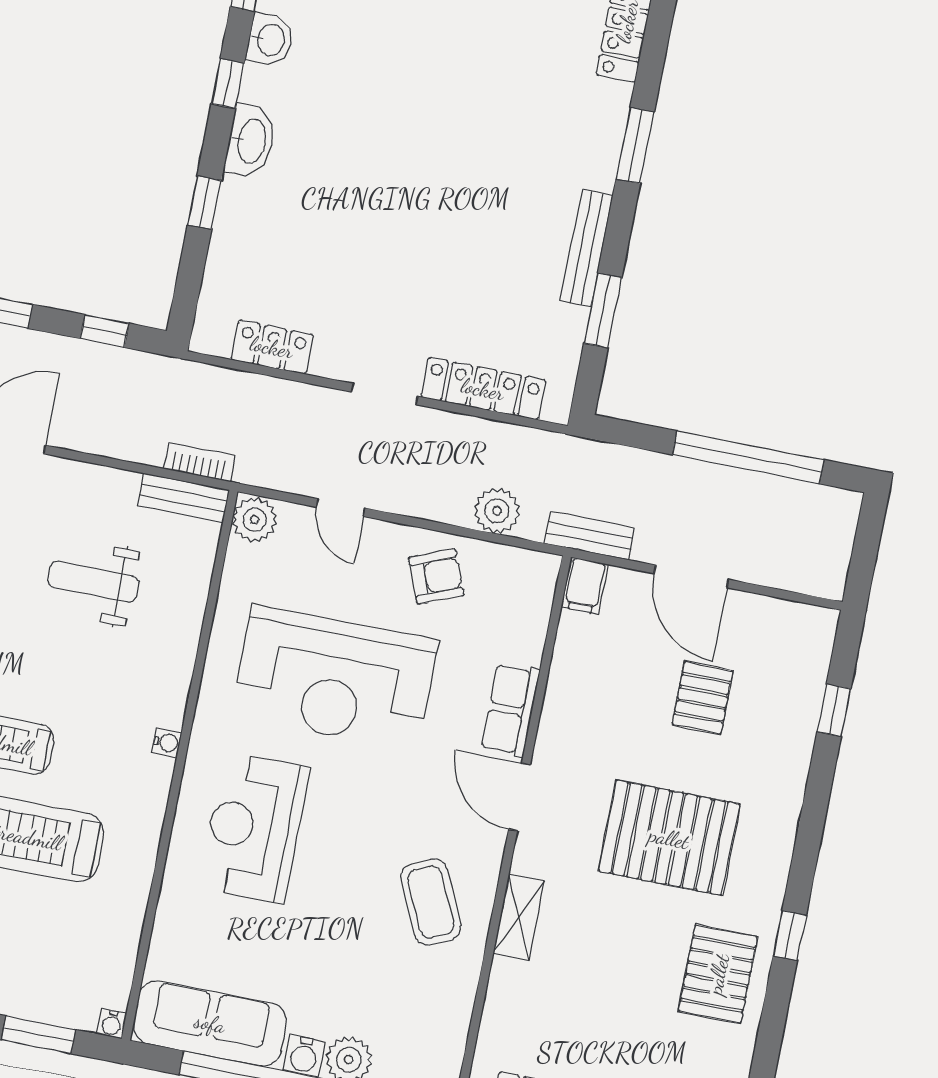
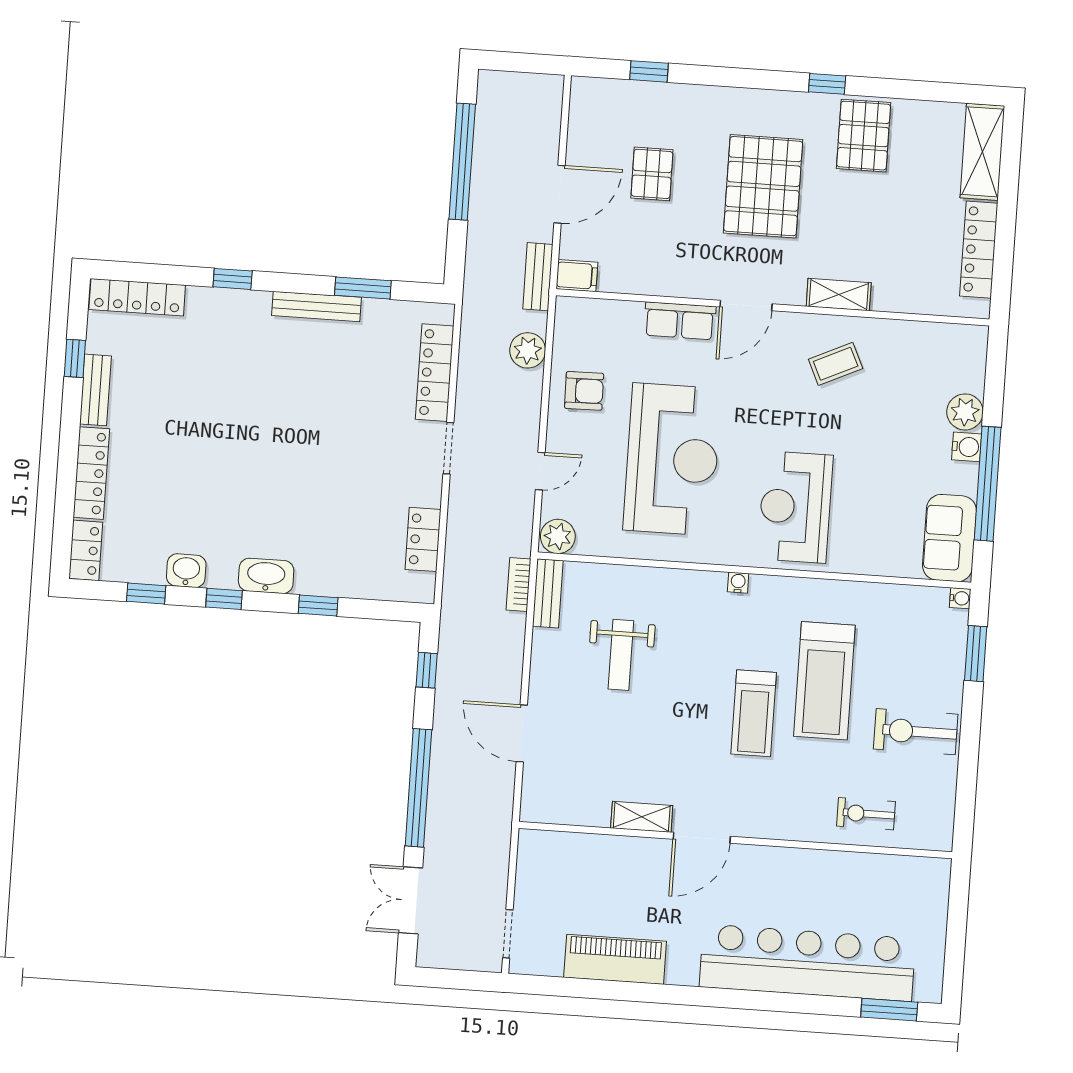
window: (635, 145) -> (233, 279), width x0.67
armchair: (436, 577) -> (584, 391), turned 111
pallet: (703, 698) -> (652, 174), turned 90
reception desk: (254, 828) -> (795, 507), turned 90
coffee table: (431, 902) -> (836, 364), width x0.73, depth x0.77
pallet: (718, 974) -> (864, 136), turned 90
sofa: (210, 1023) -> (949, 538), width x0.73

